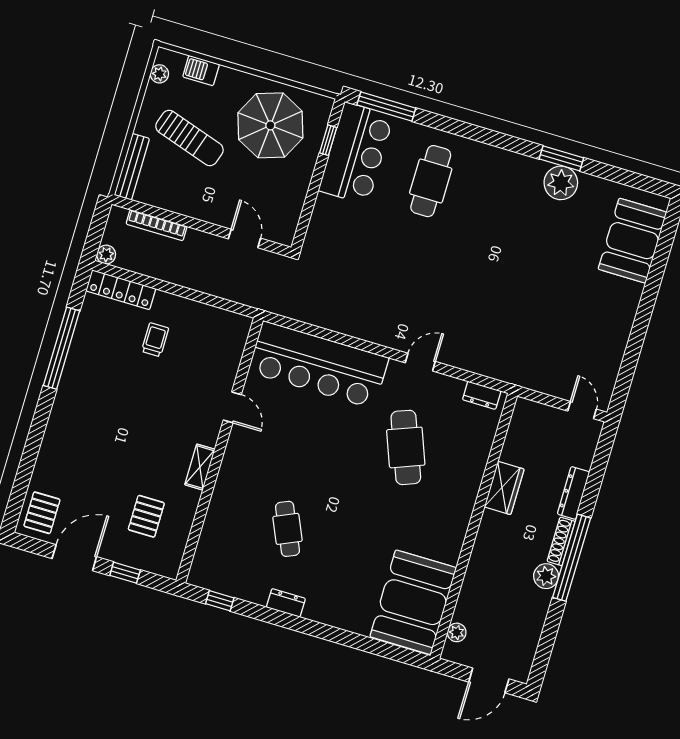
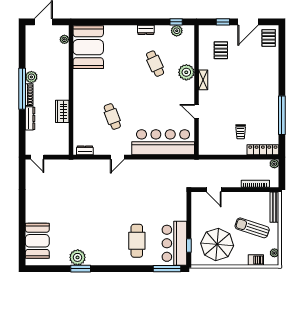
cafe table: (406, 447) -> (112, 116), width x0.73, depth x0.74
plant: (229, 493) -> (186, 72), added
plant: (224, 583) -> (177, 31), added

